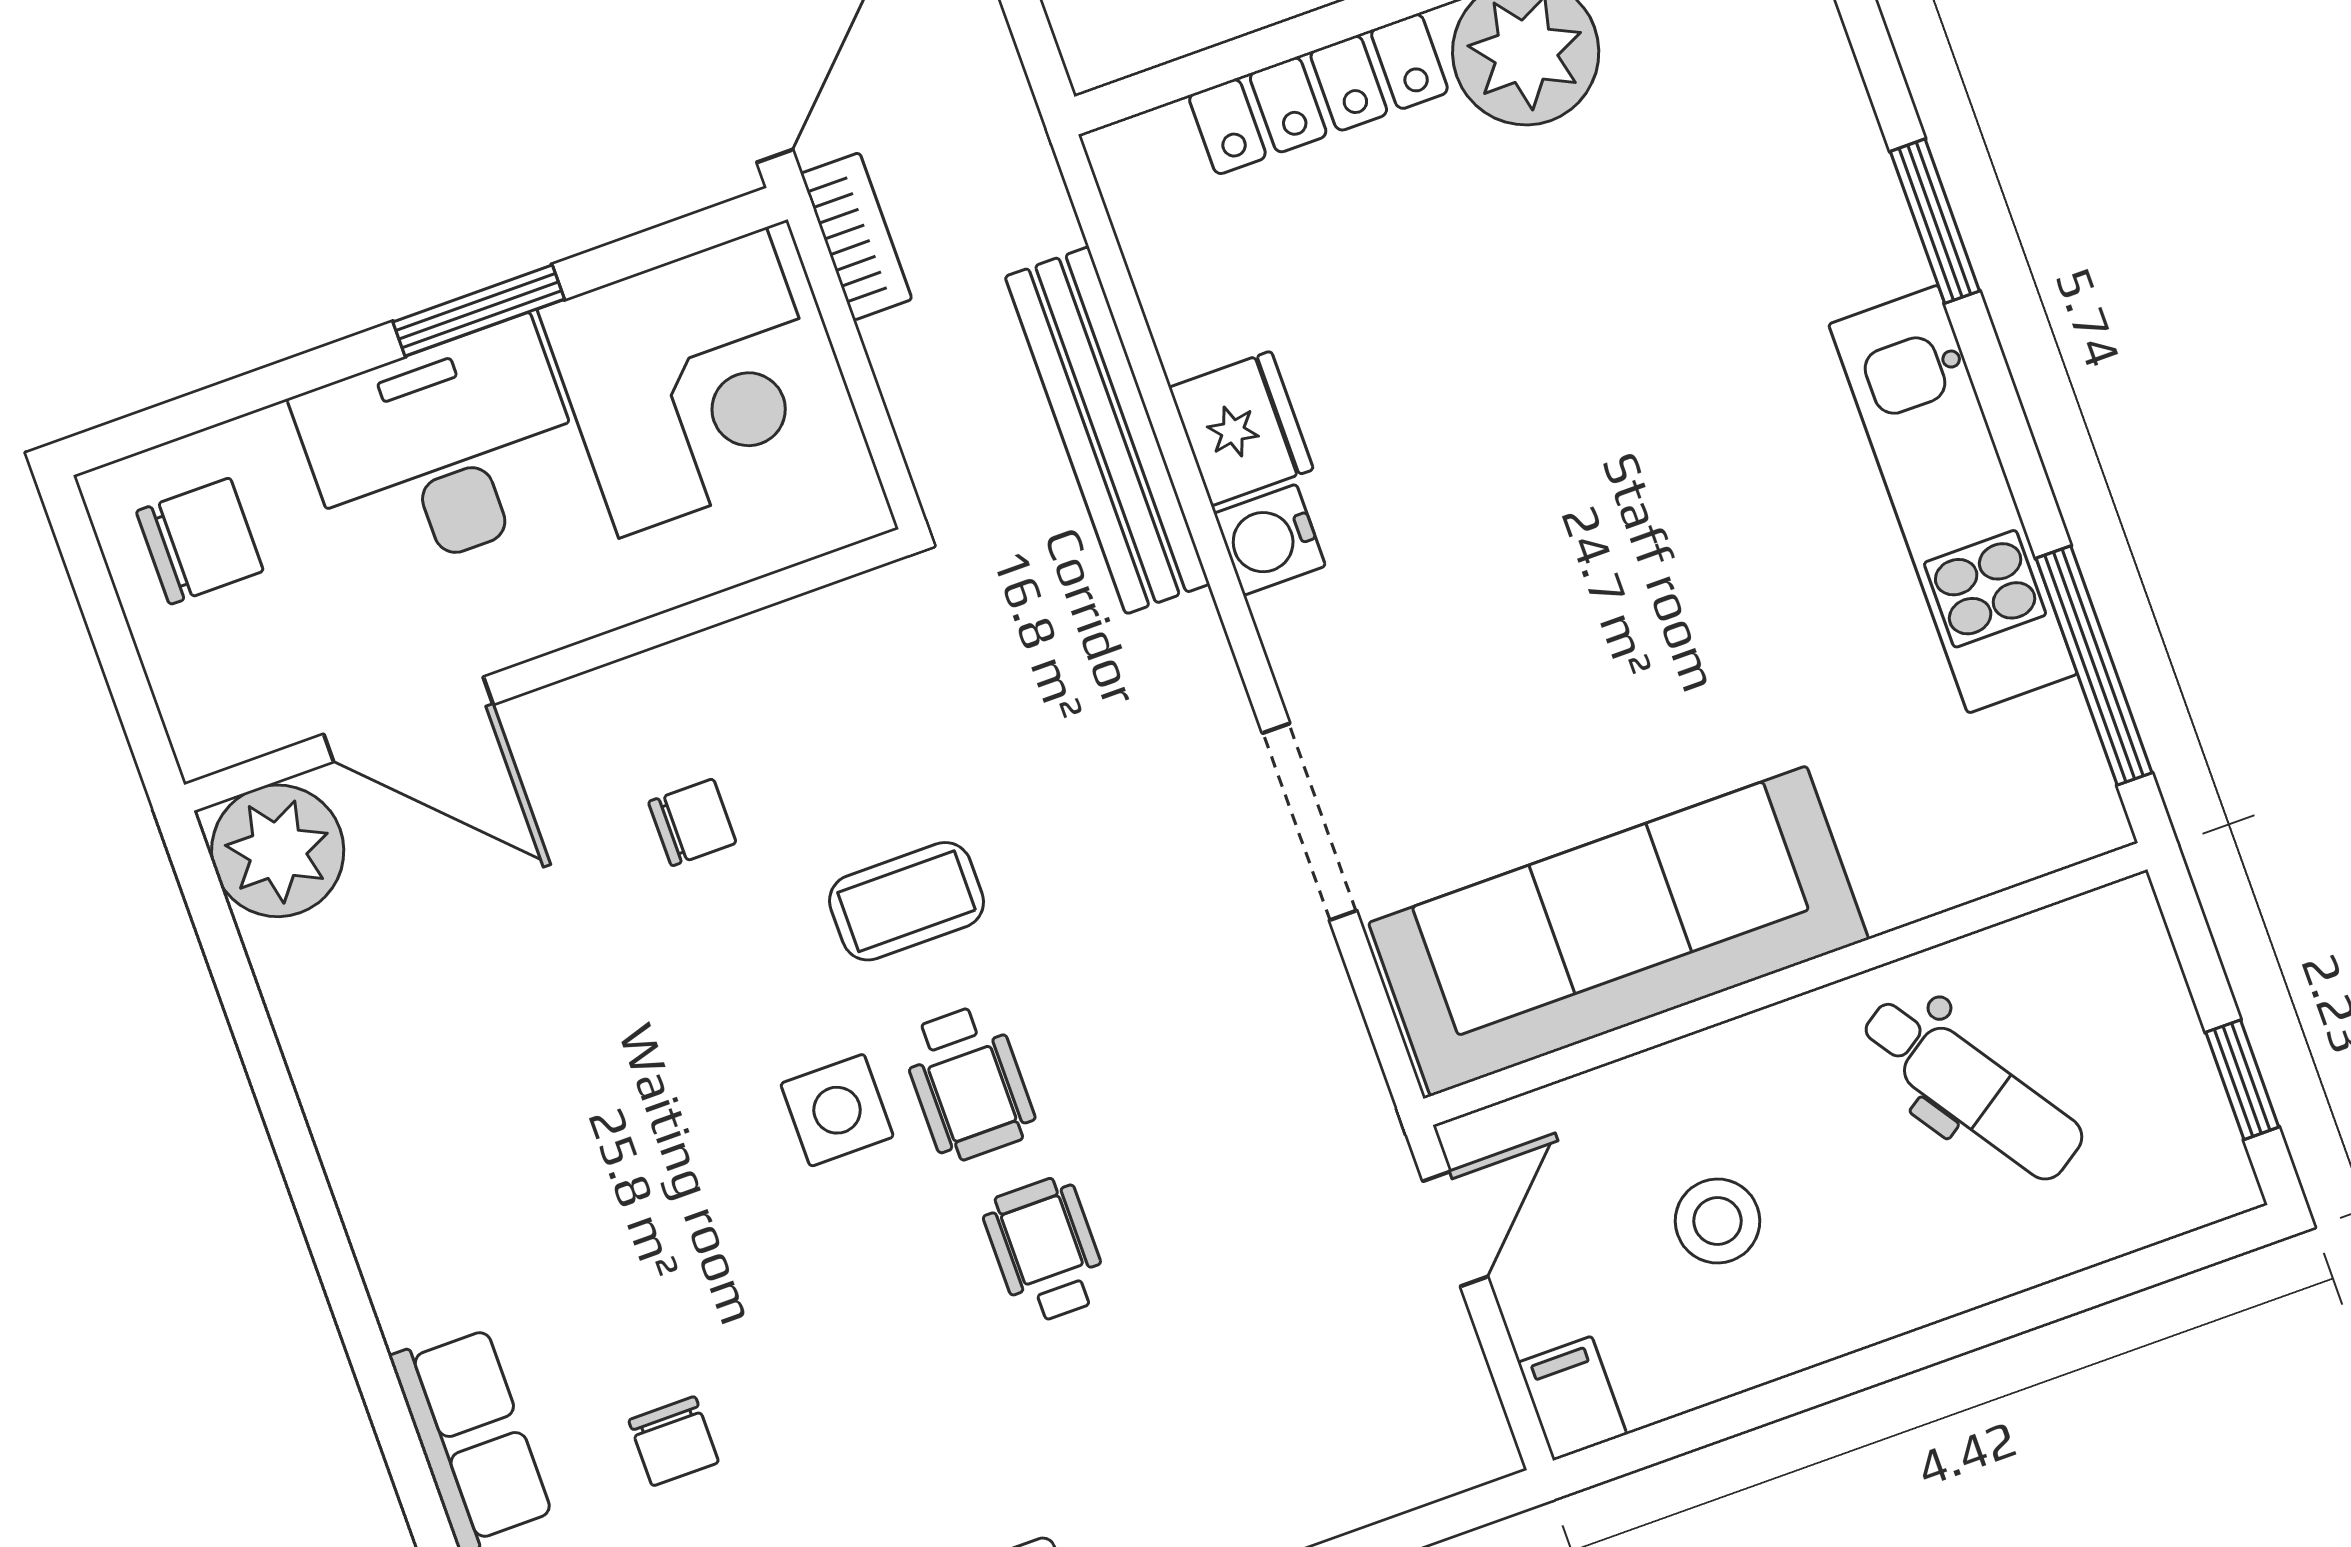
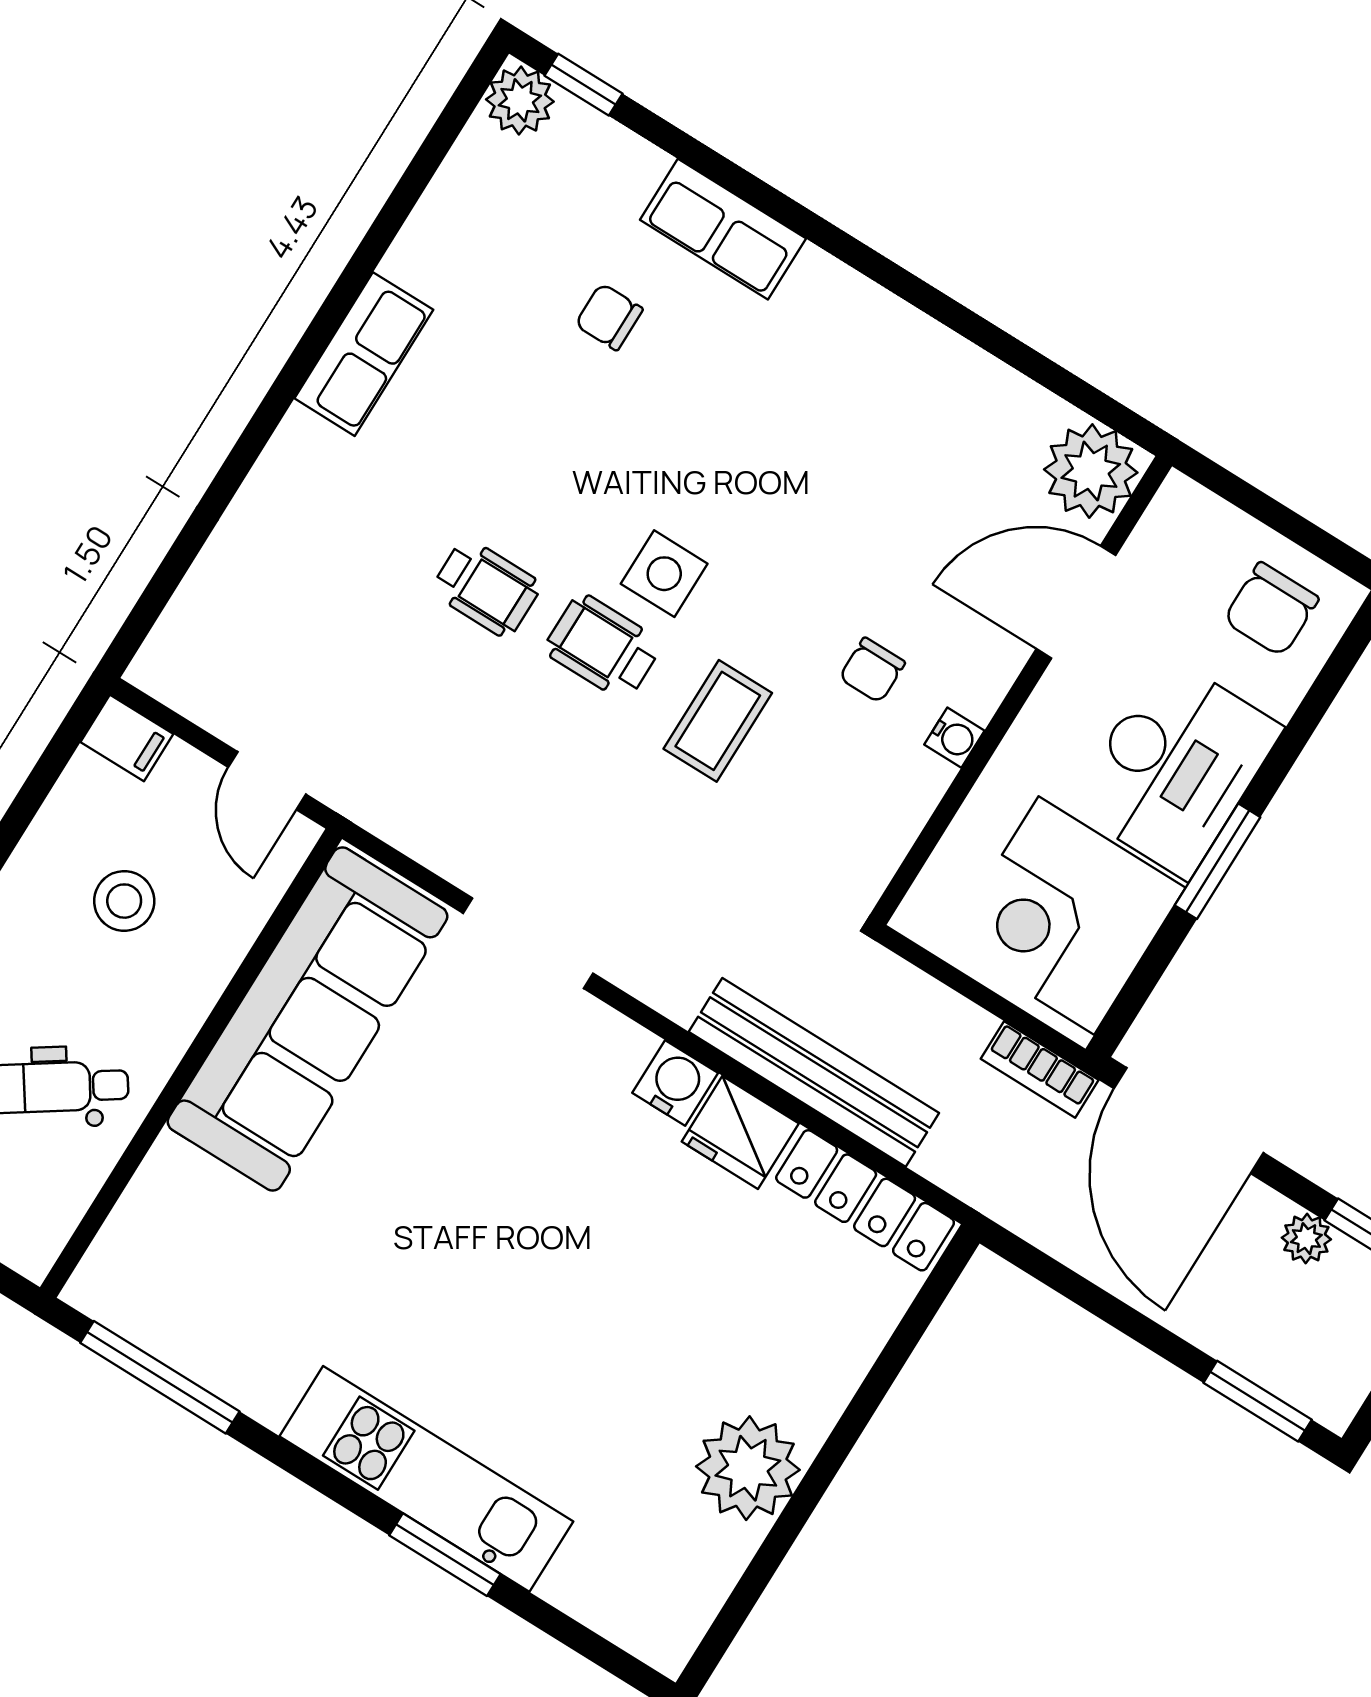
locker: (1318, 94) -> (865, 1200), moved, turned -90
kitchen unit: (1953, 499) -> (426, 1479), moved
water cooler: (661, 676) -> (954, 738), added

